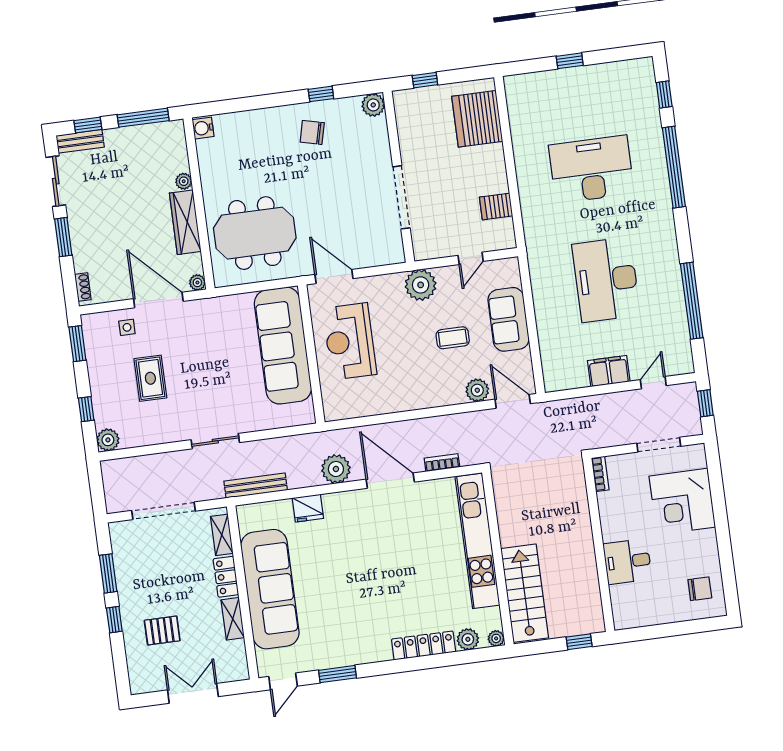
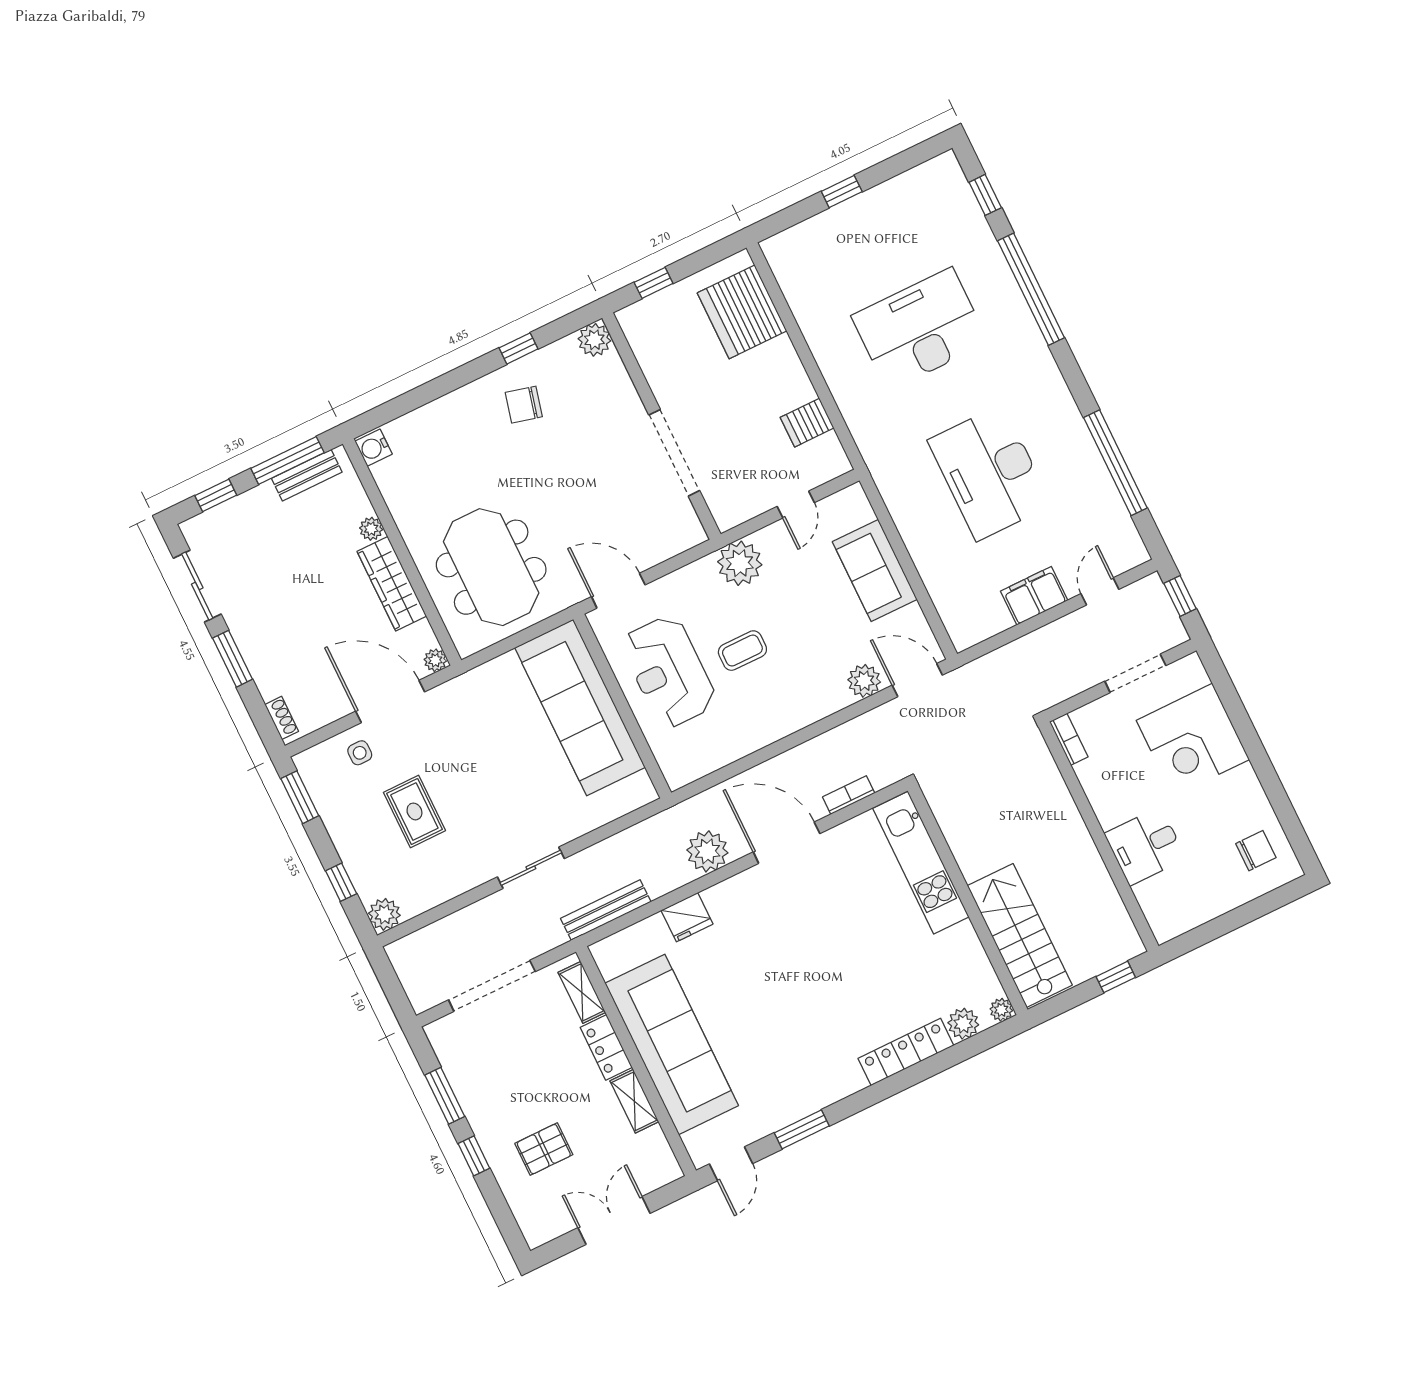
bench: (80, 141) -> (307, 475), moved
meeting table: (255, 233) -> (491, 567), turned 90
coffee table: (453, 338) -> (742, 651), moved
kitchen unit: (477, 541) -> (921, 863), width x0.73

